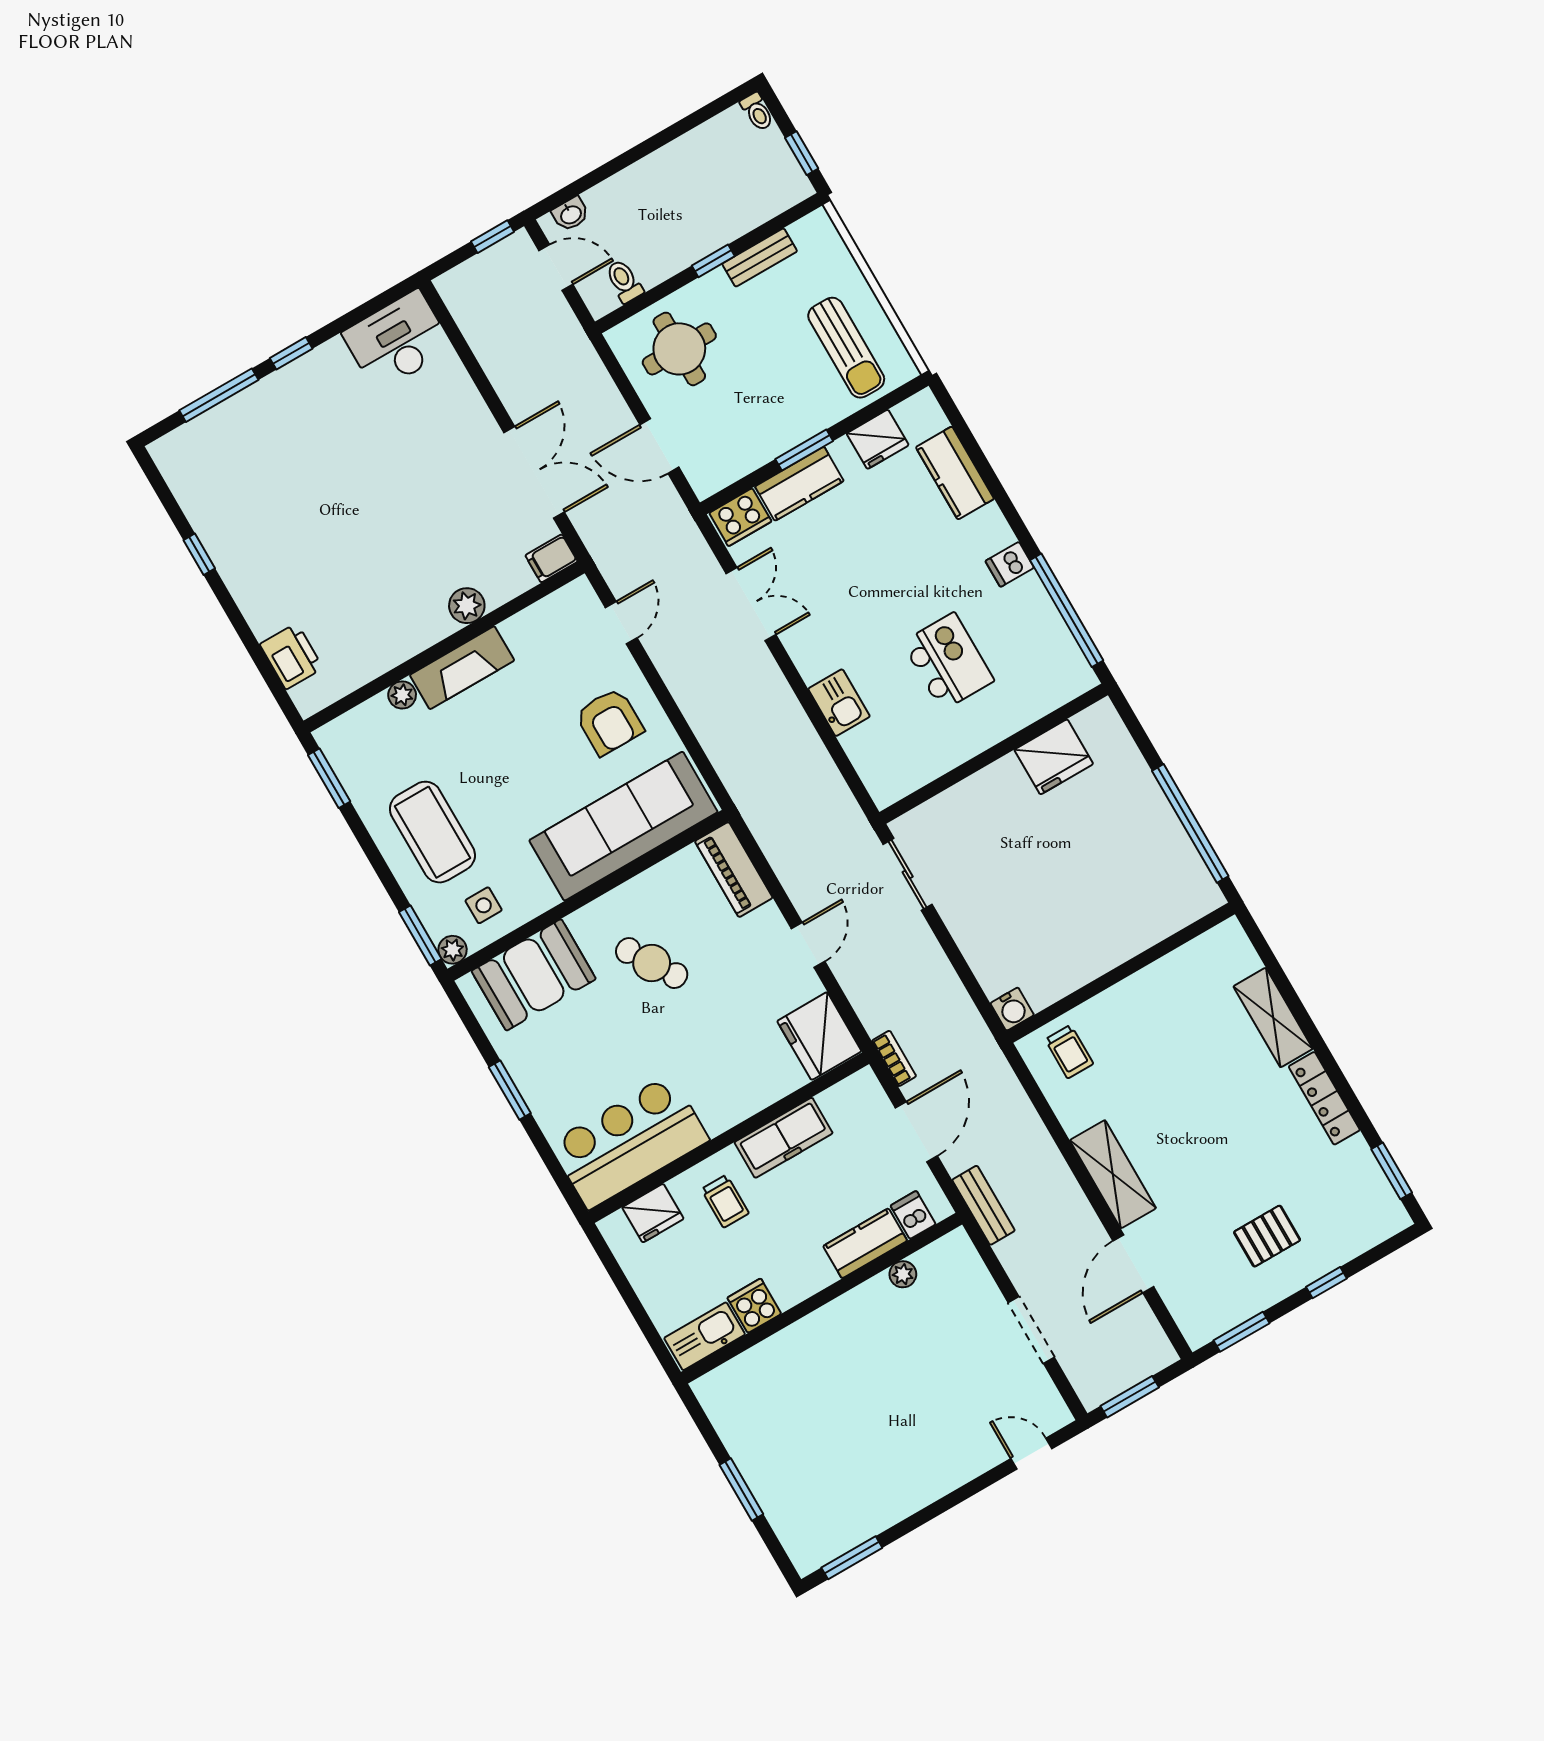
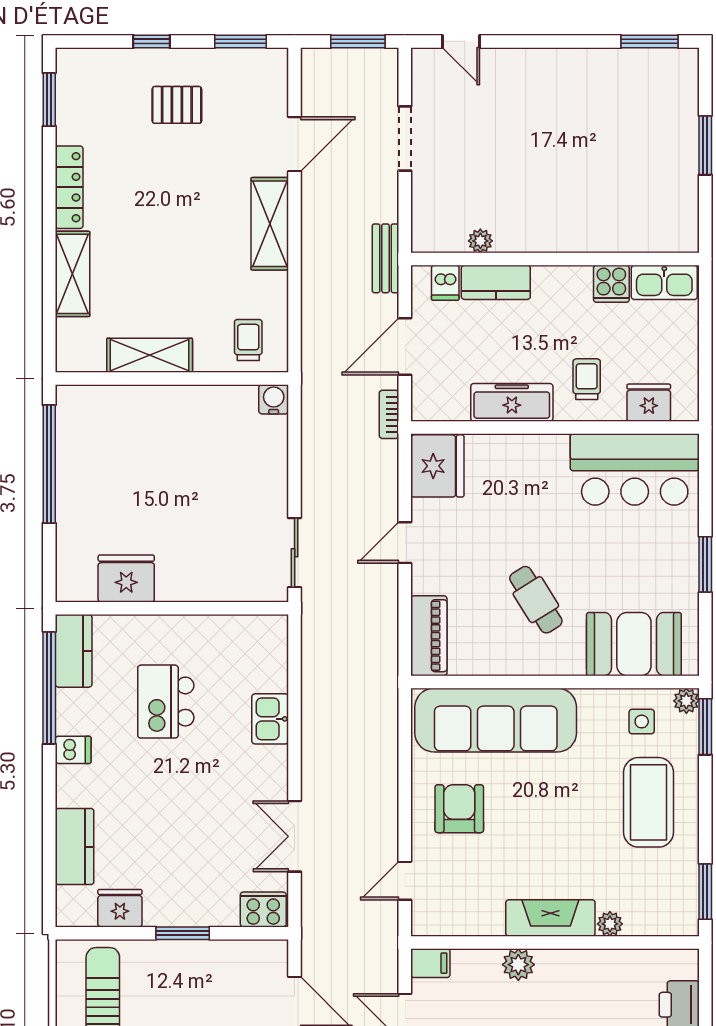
kitchen counter: (799, 484) -> (74, 651), moved, turned 90
shelving: (1155, 983) -> (150, 355), added

